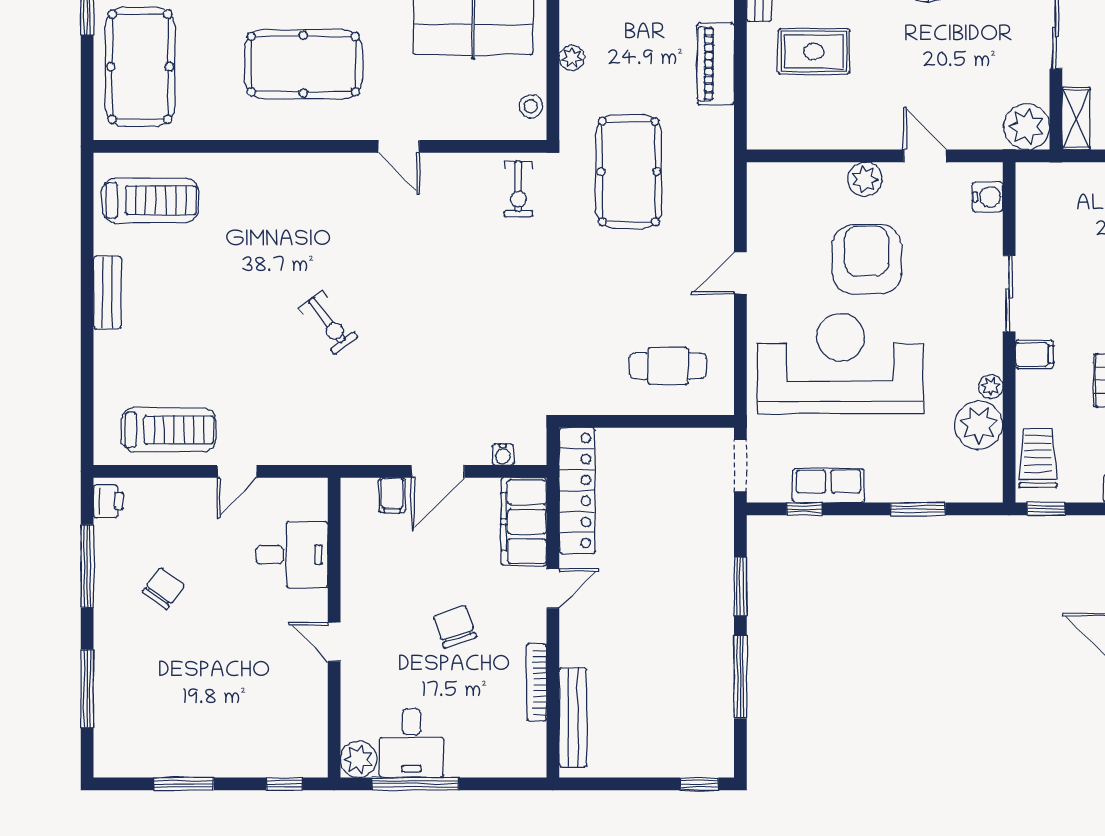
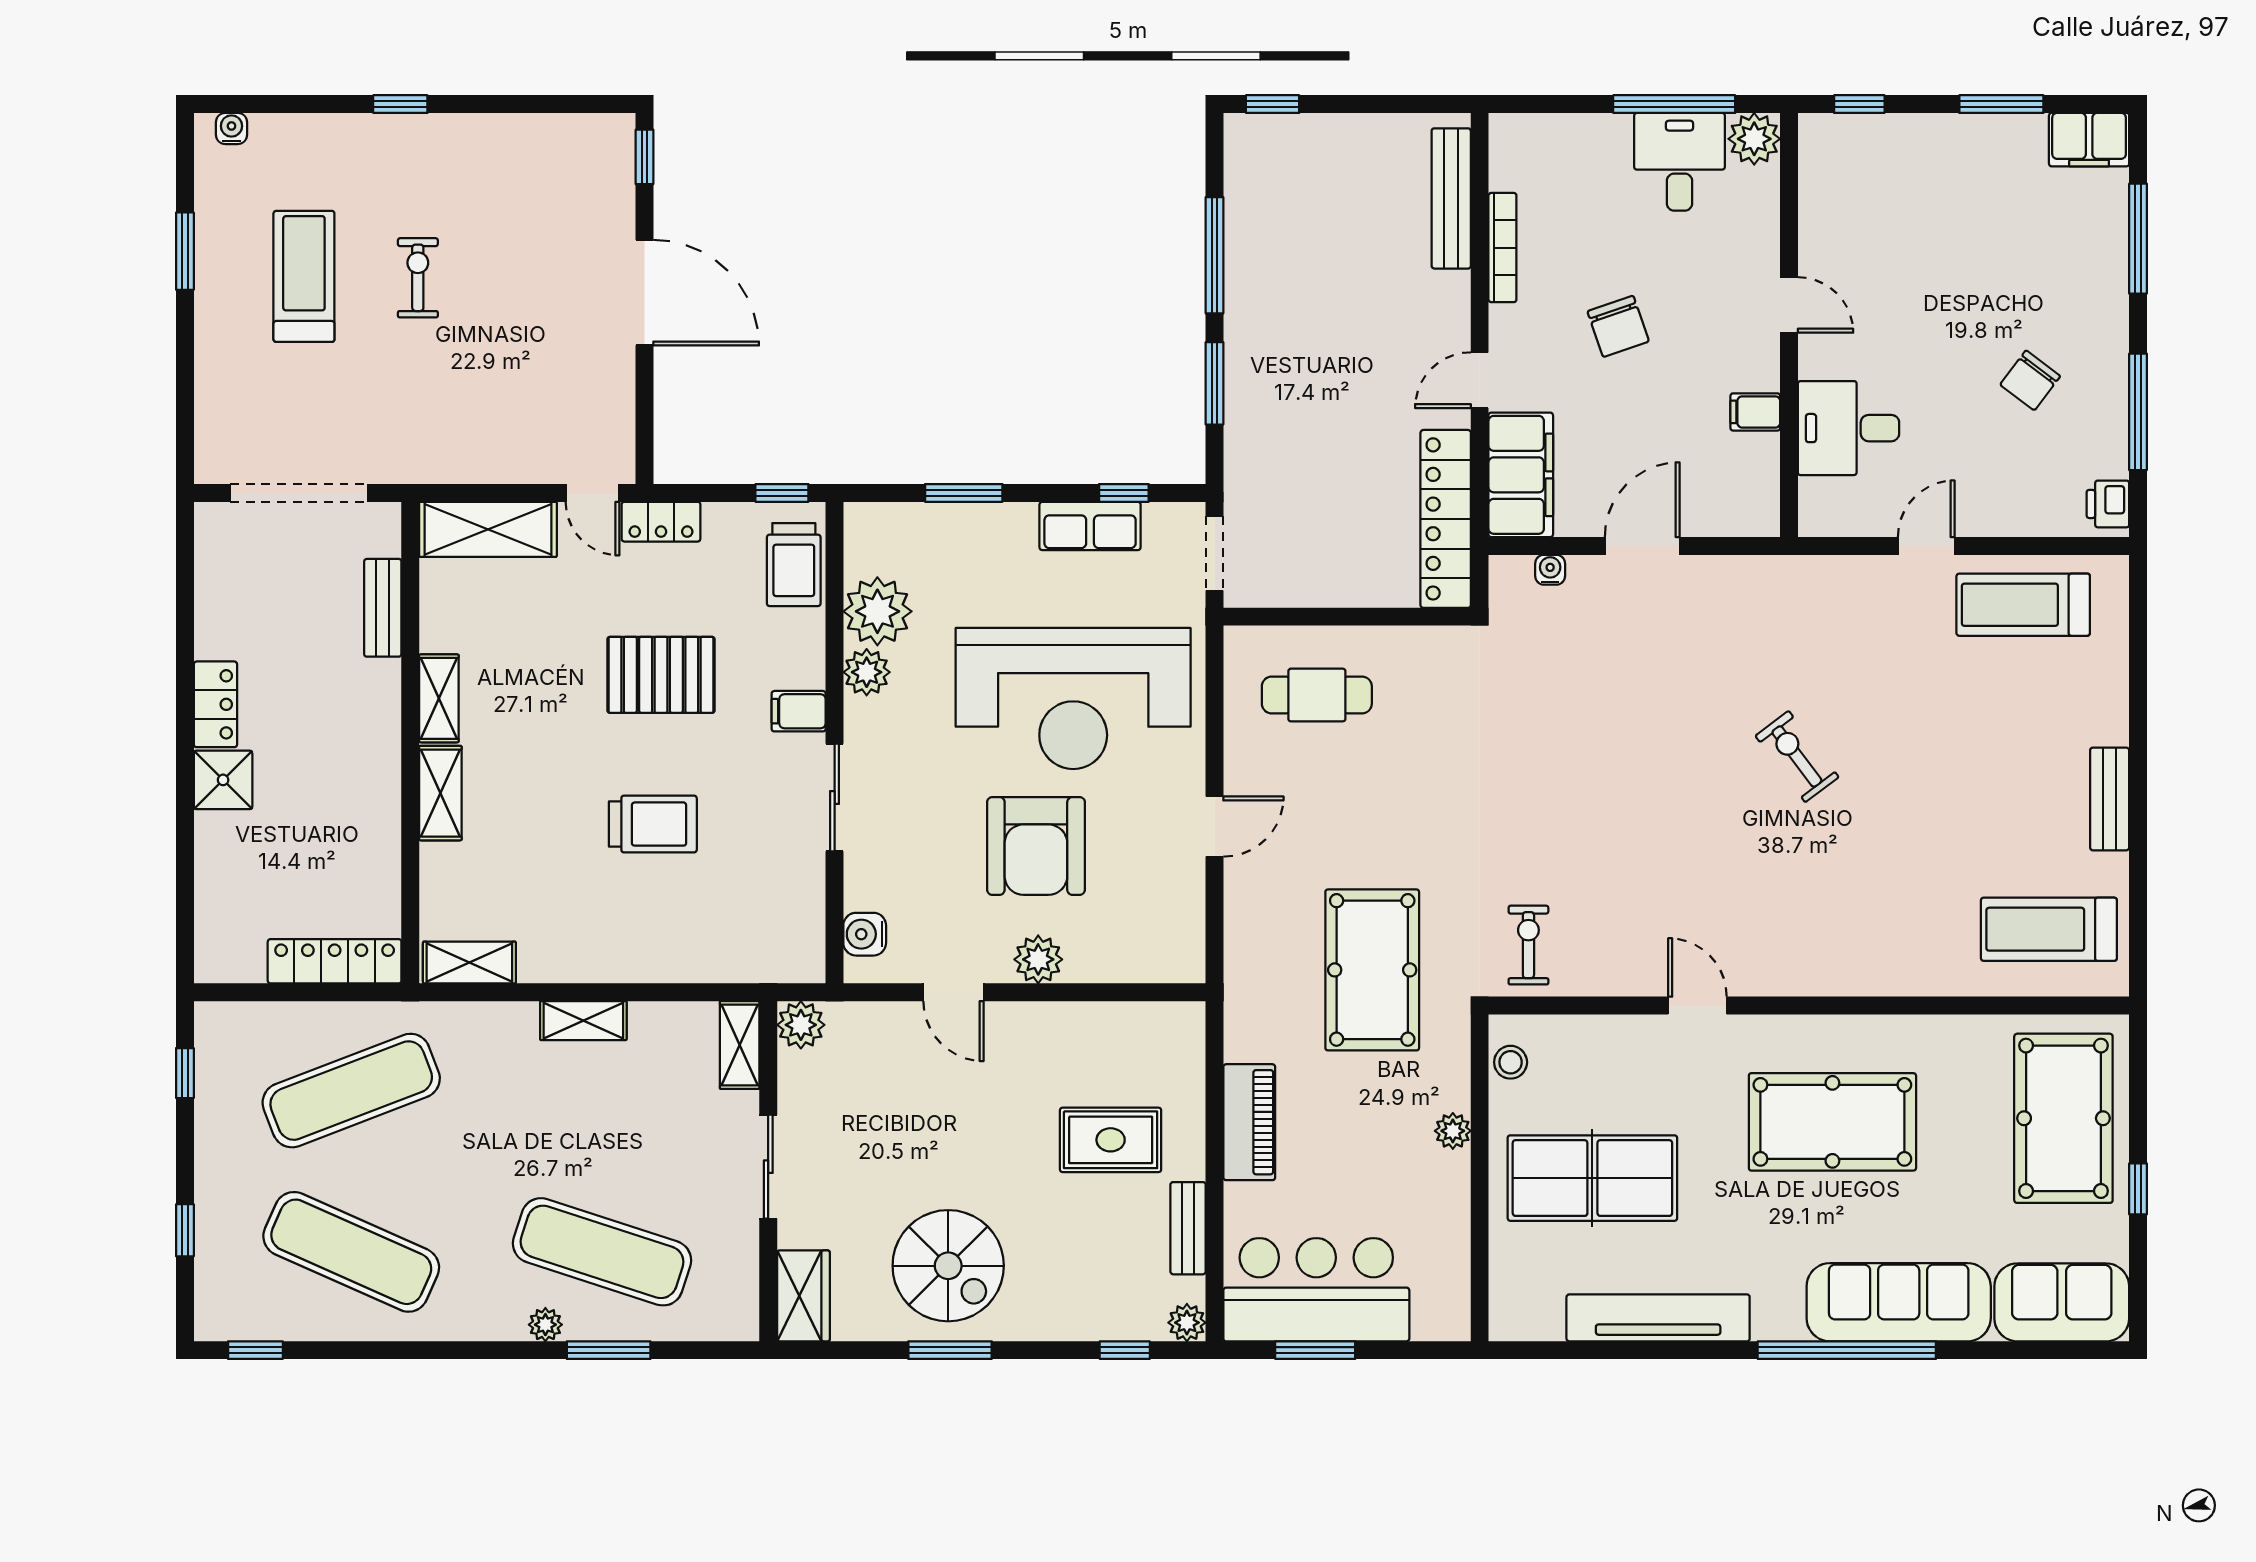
plant: (1027, 127) -> (801, 1025), width x0.73, depth x0.73
plant: (991, 387) -> (867, 672), width x1.38, depth x1.38
filing cabinet: (392, 495) -> (1755, 412), moved, turned -90
filing cabinet: (122, 759) -> (2089, 140), added

